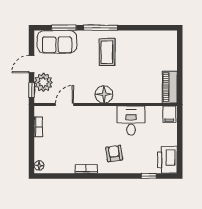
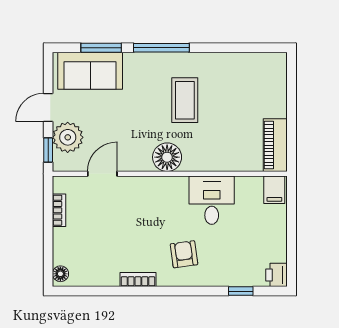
coffee table: (107, 52) -> (185, 100), moved
printer: (167, 160) -> (276, 275), width x0.53, depth x0.68

